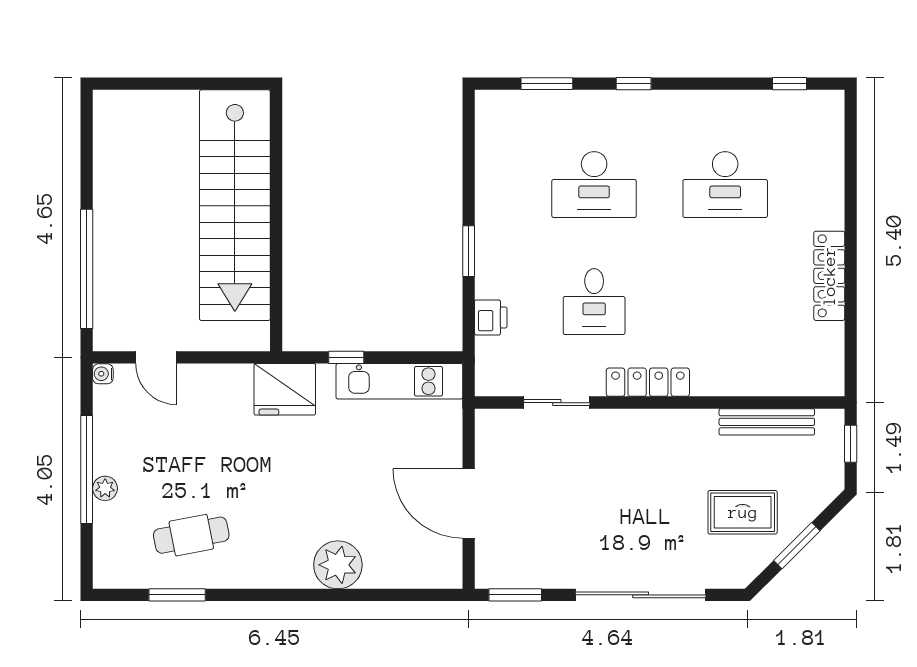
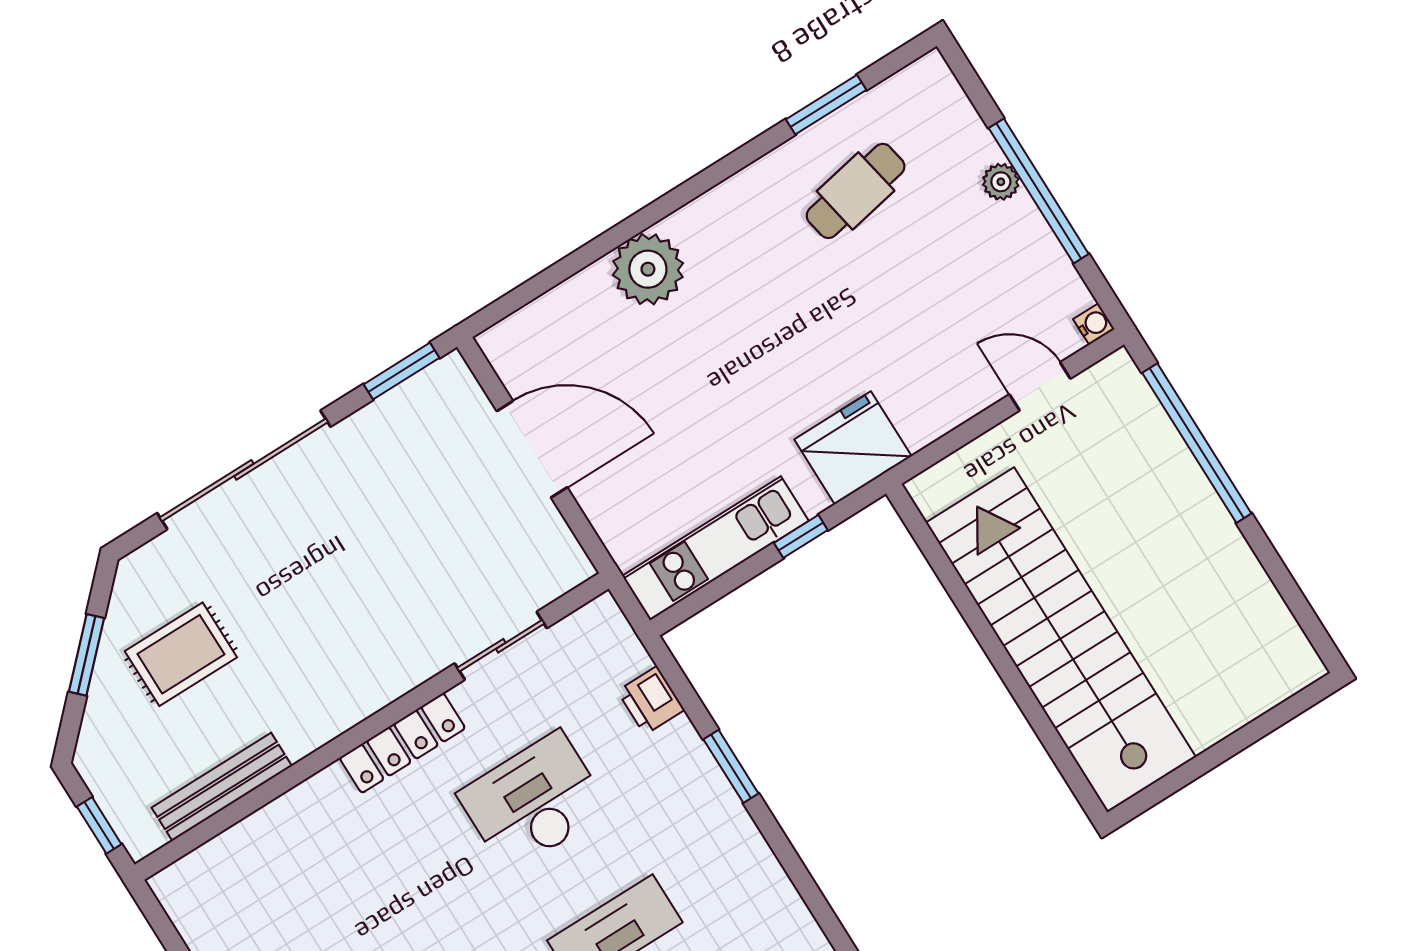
desk: (594, 302) -> (534, 802), width x1.37

